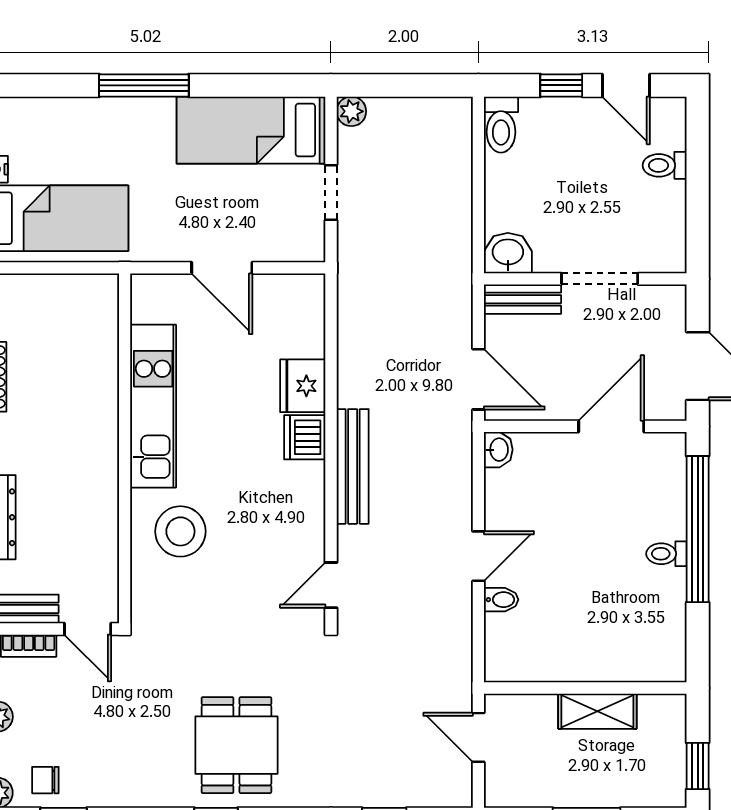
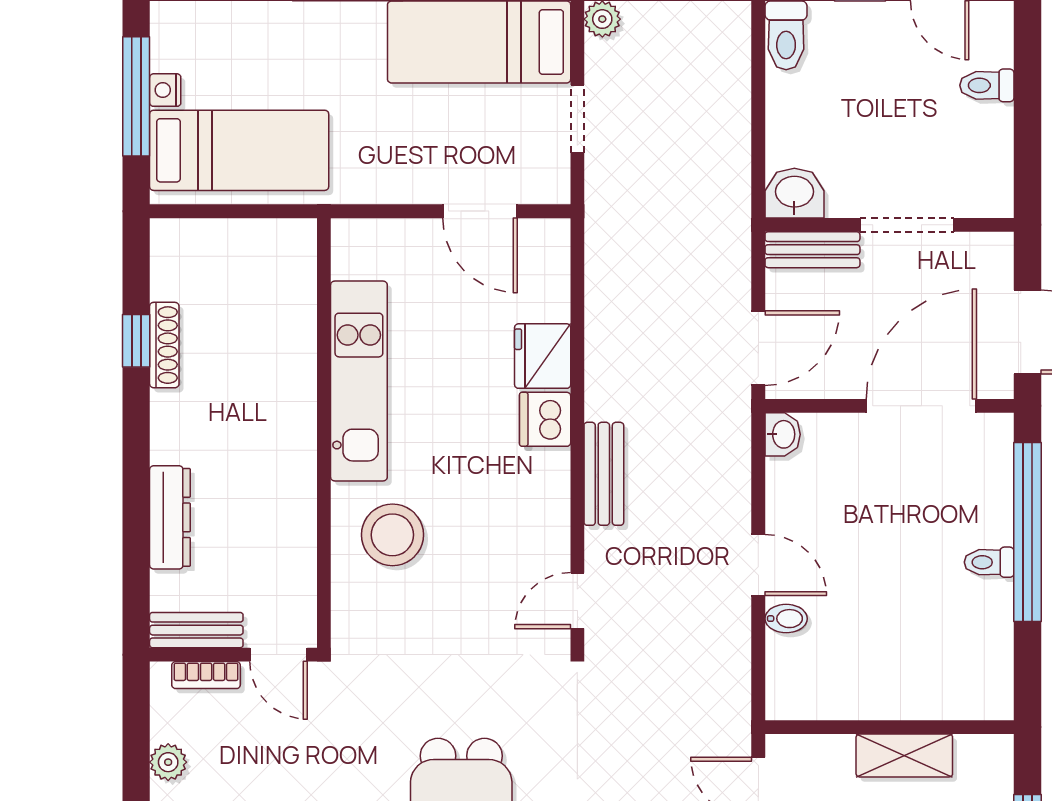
door: (222, 268) -> (480, 211), moved
door: (478, 379) -> (758, 348), hinge flipped
door: (611, 426) -> (921, 406), width x1.36
bench: (353, 466) -> (604, 474), width x0.73
door: (478, 556) -> (758, 565), hinge flipped

